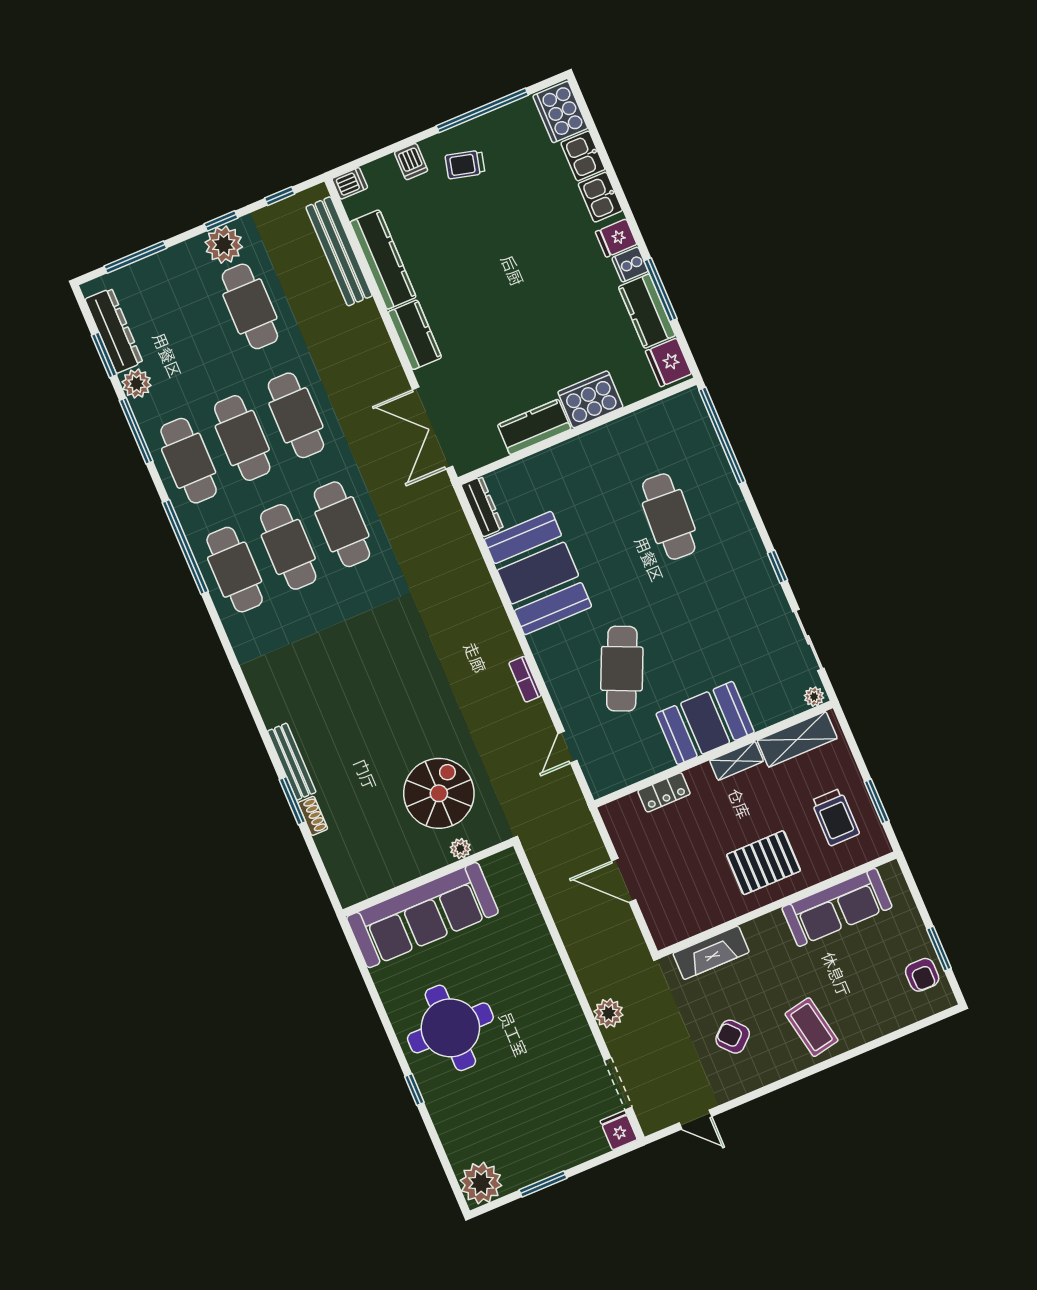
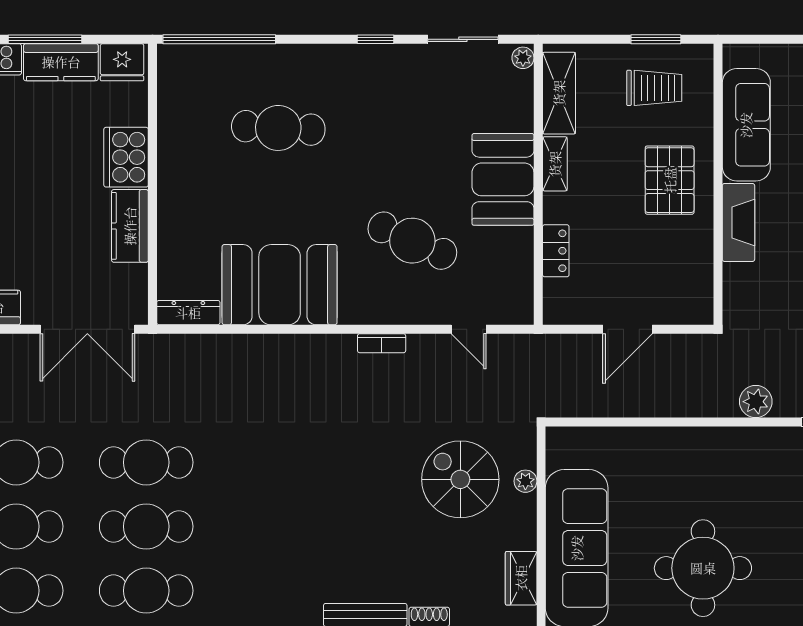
wardrobe: (378, 879) -> (521, 578), added
fireplace: (711, 953) -> (738, 222), moved

